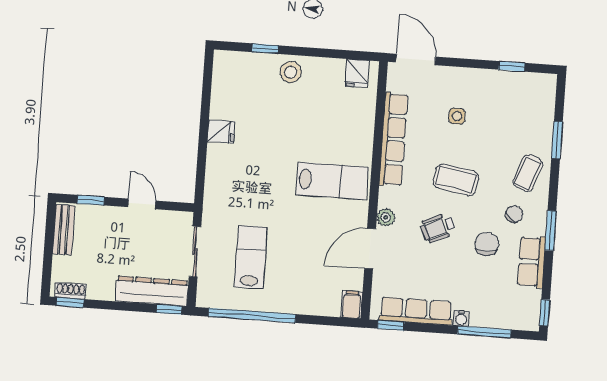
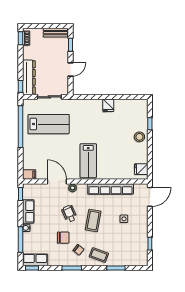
lab bench: (251, 257) -> (49, 124), width x1.36, depth x1.39
row of seats: (532, 262) -> (35, 260), moved
row of seats: (416, 311) -> (28, 211), width x0.68

